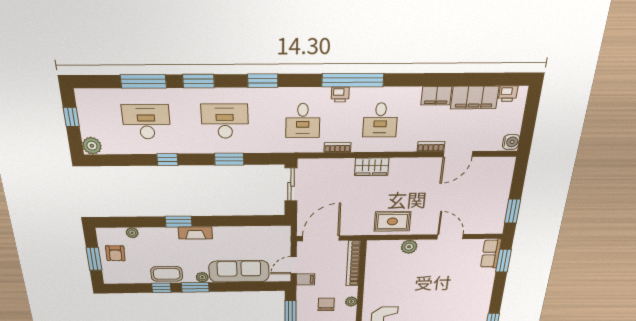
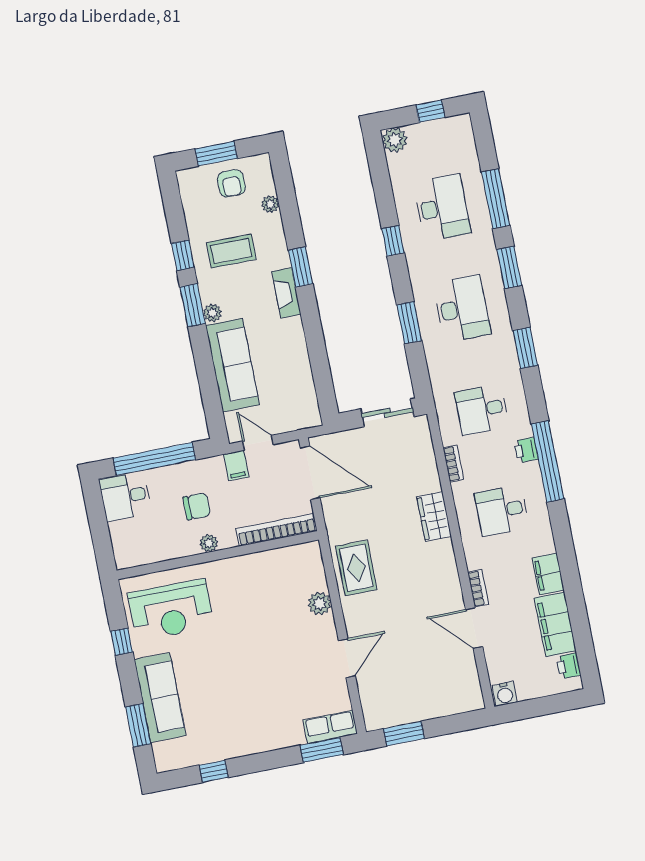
armchair: (115, 253) -> (231, 183), turned -92
coffee table: (167, 274) -> (231, 251), moved, turned 90

